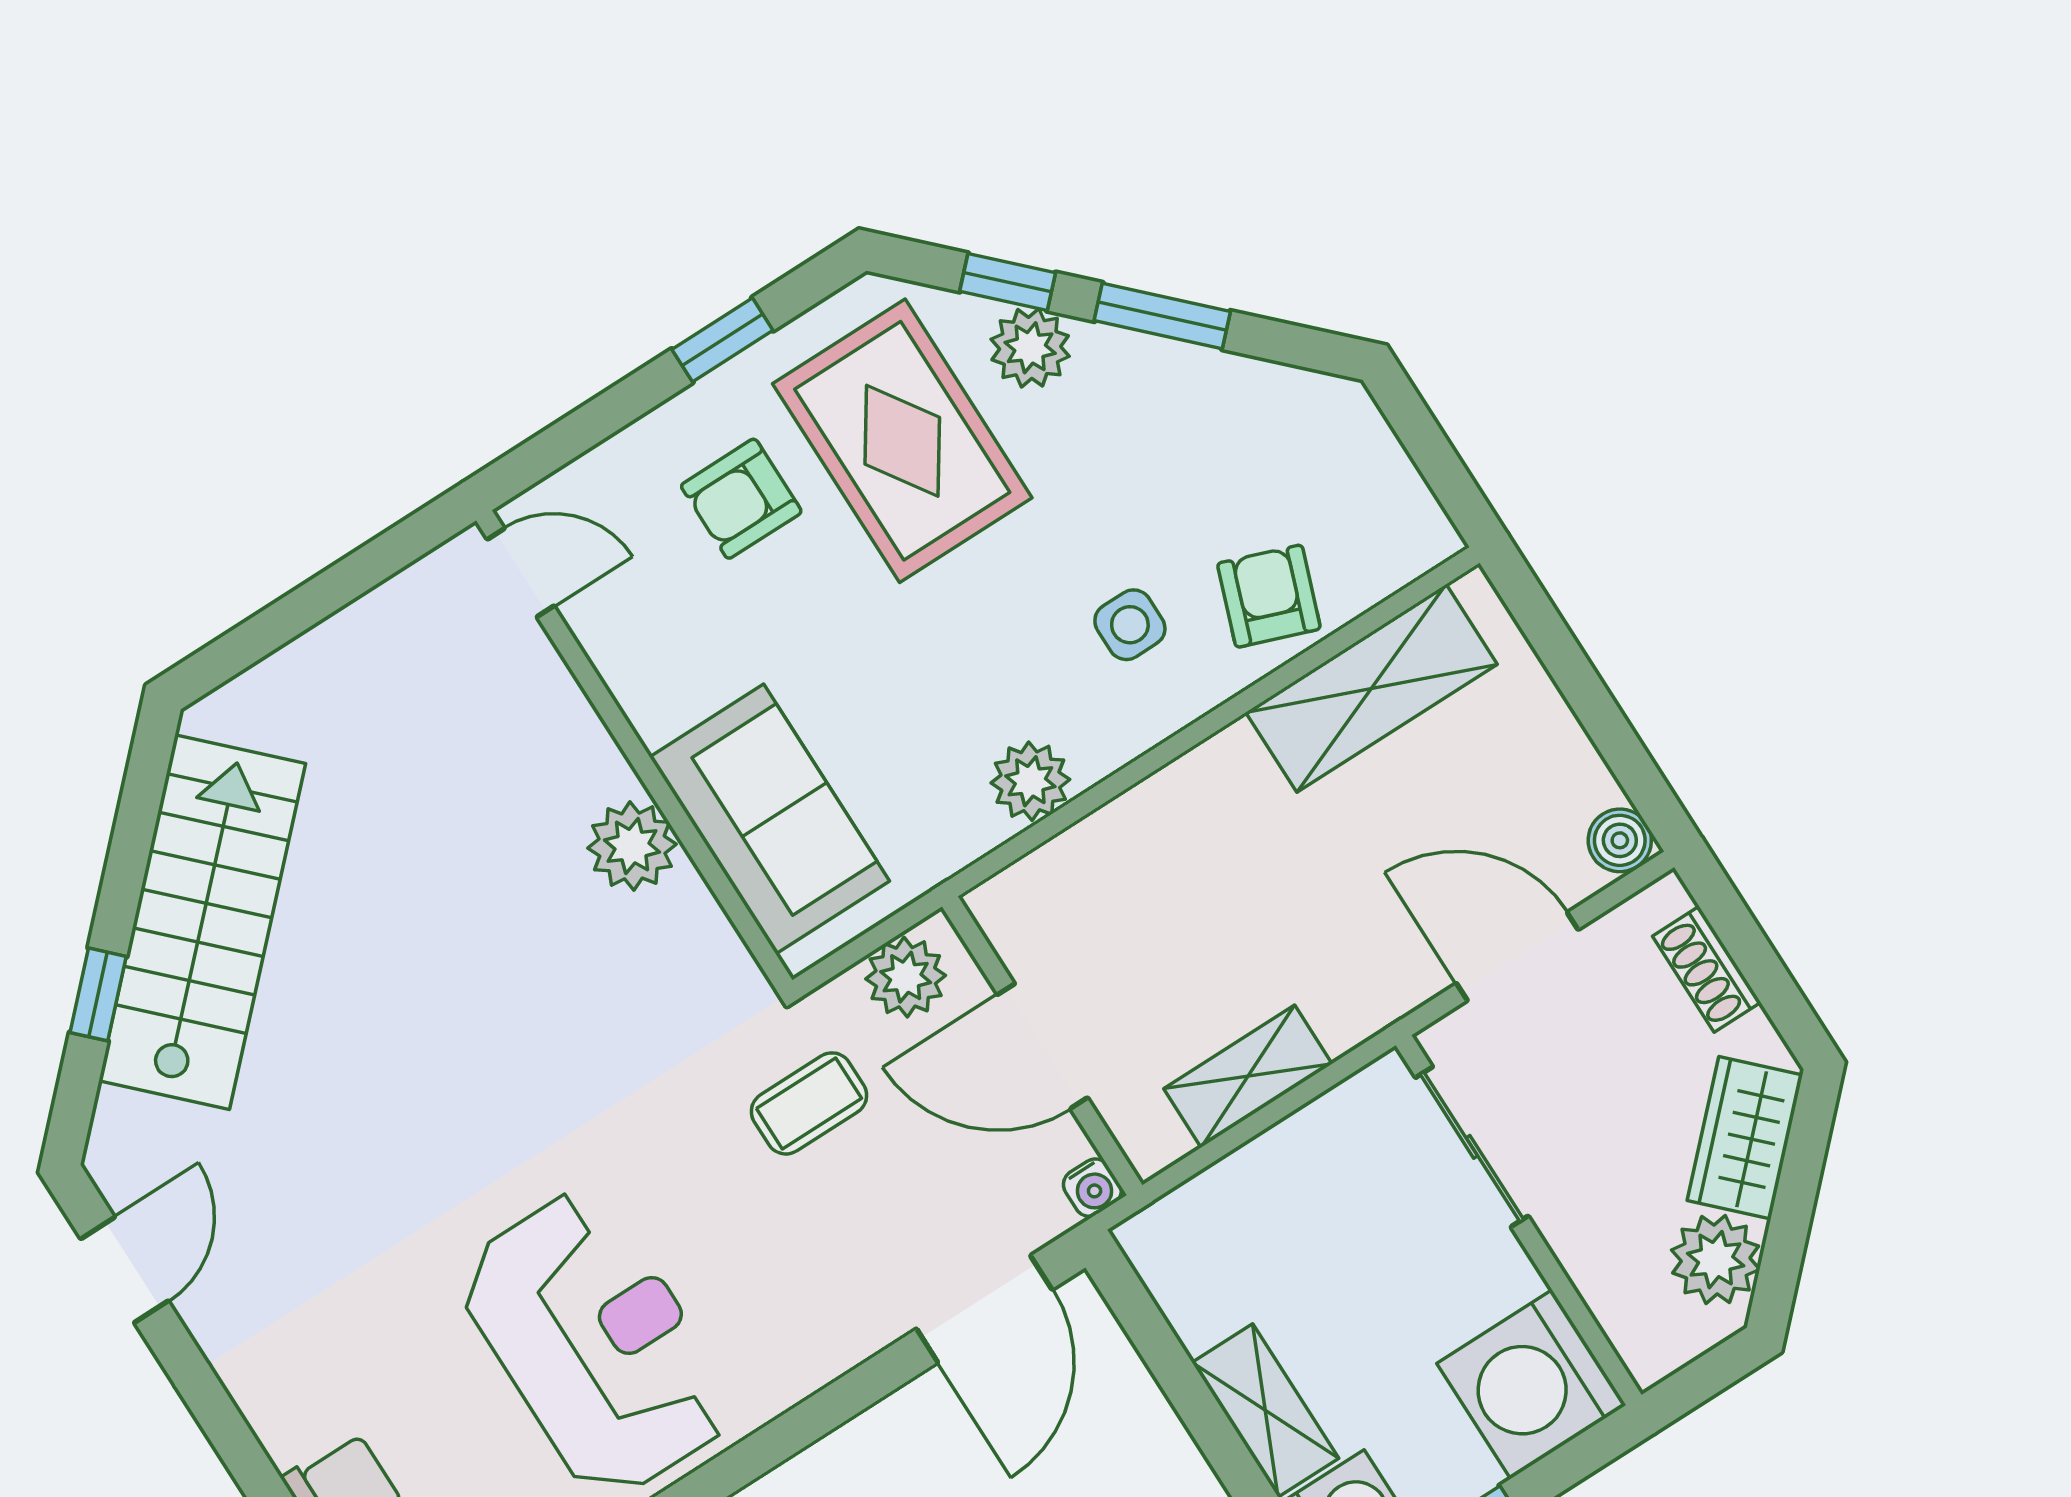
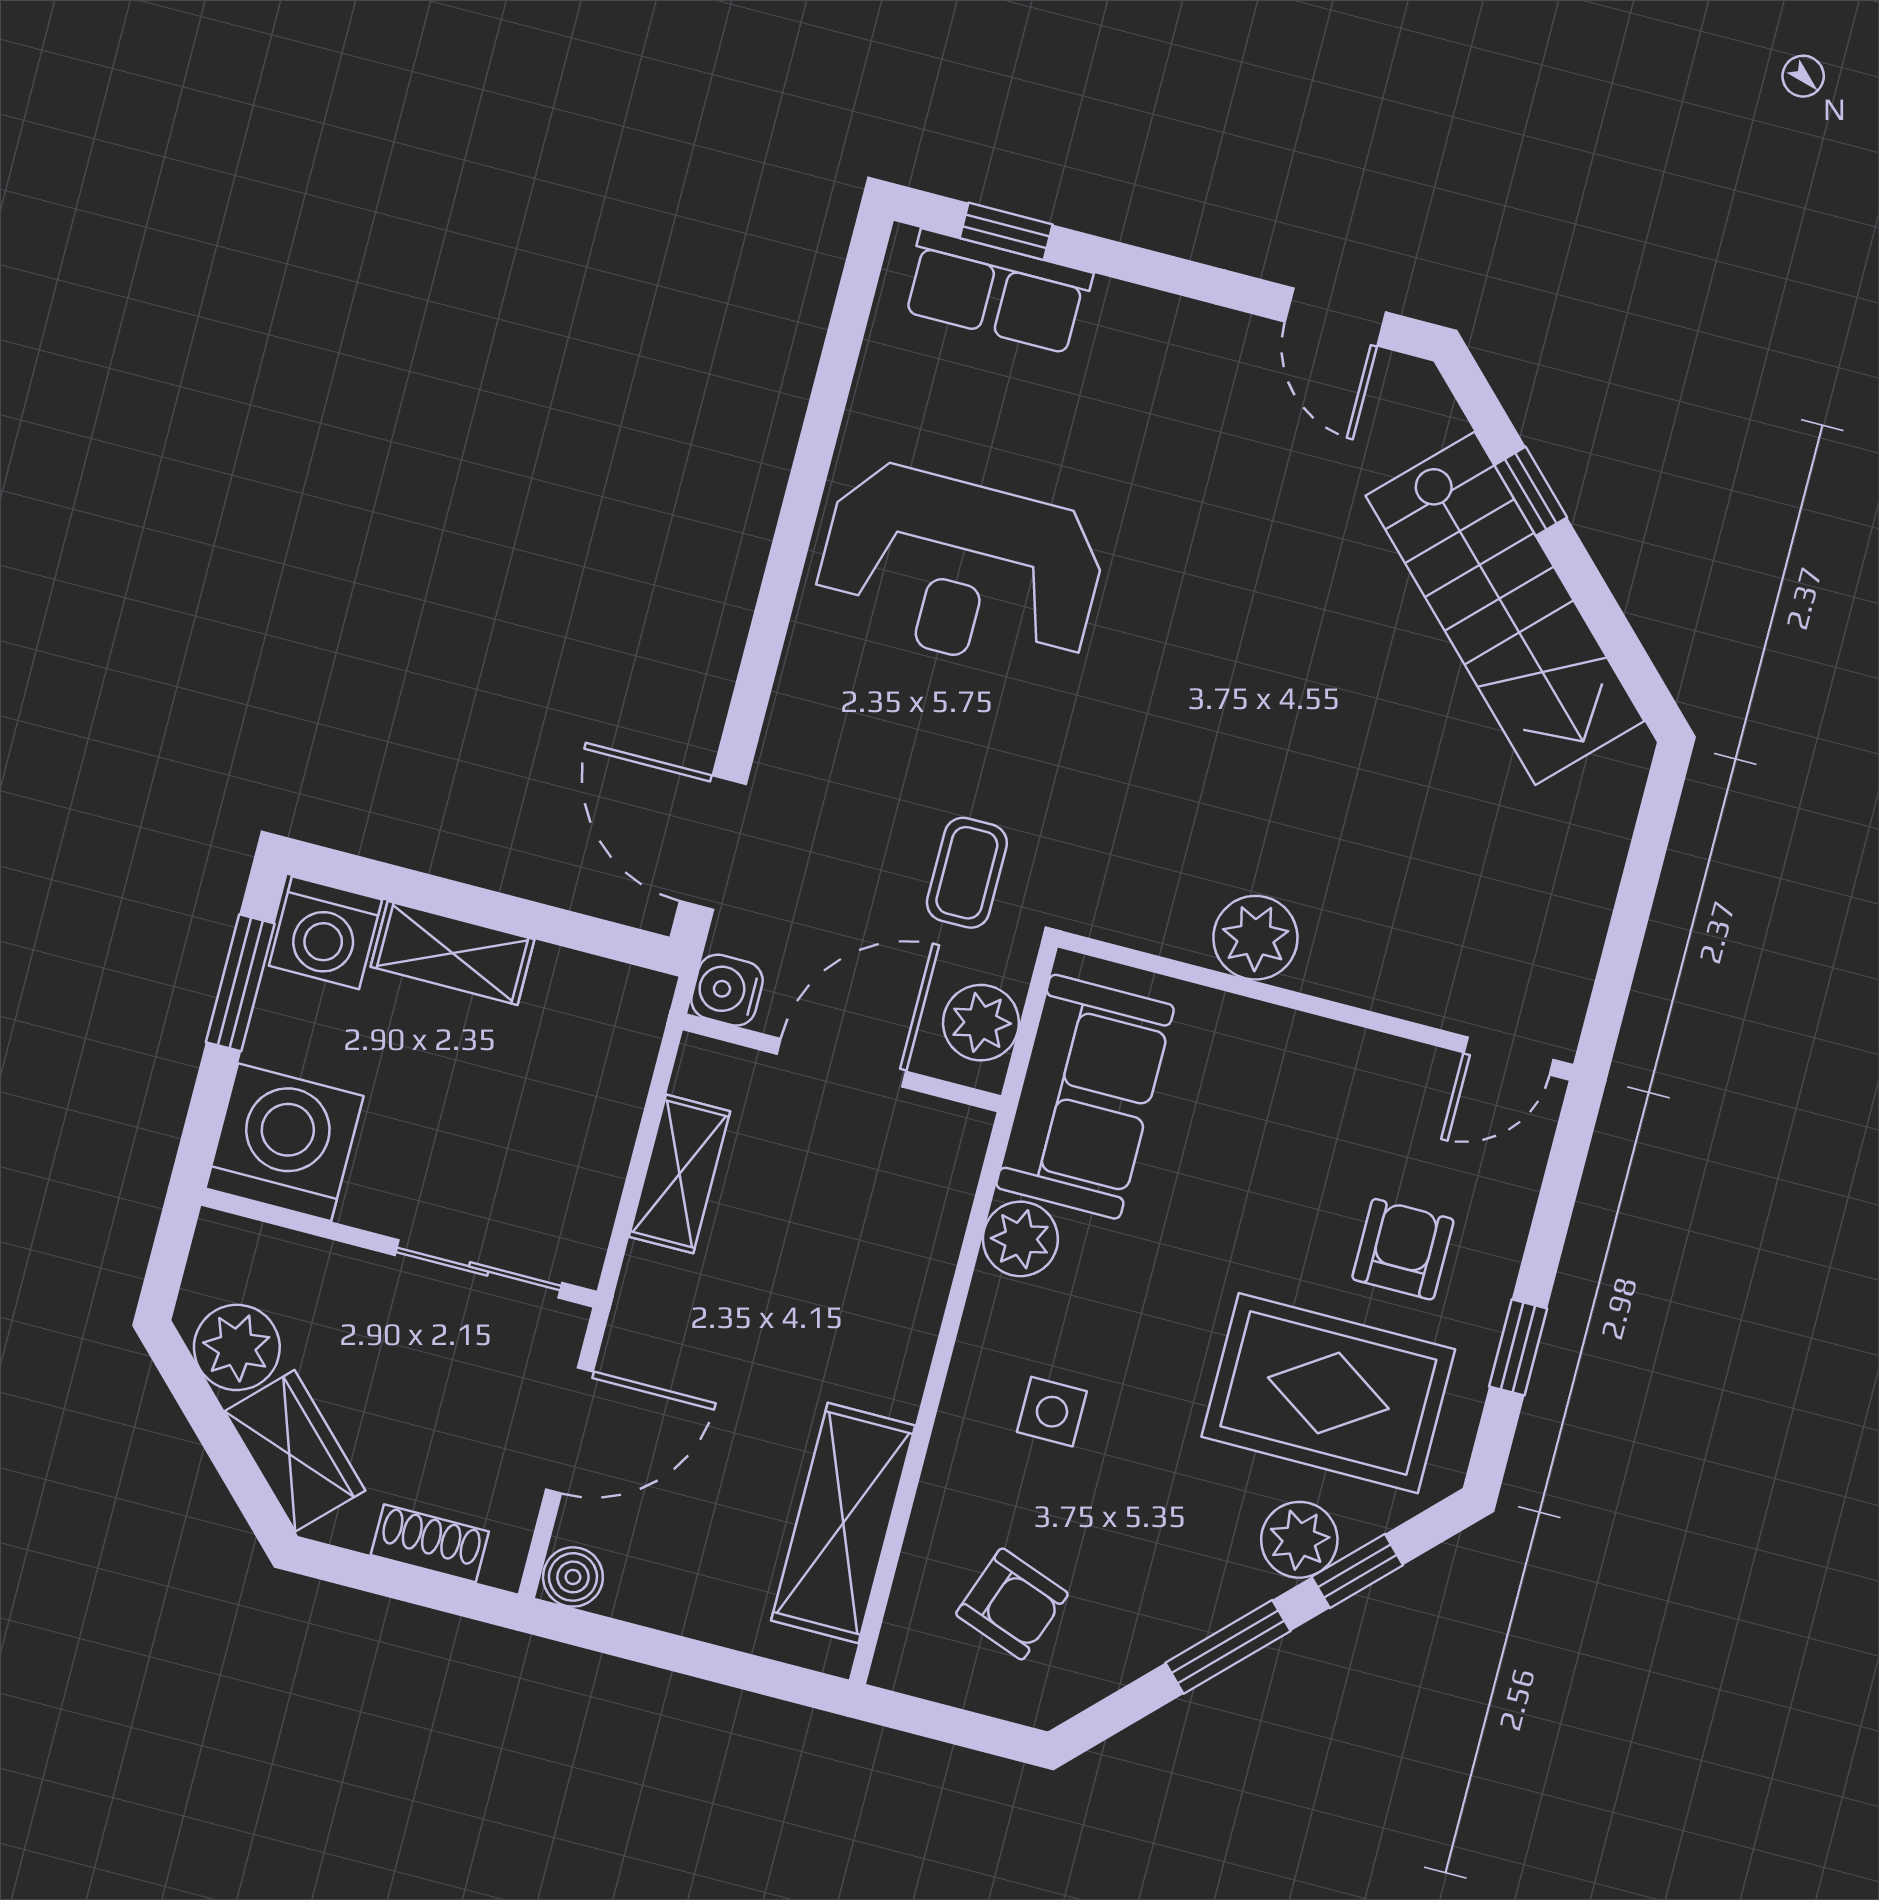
armchair: (1269, 596) -> (1012, 1604), moved
sofa: (770, 819) -> (1085, 1097), moved, turned -90
water cooler: (1092, 1188) -> (727, 990), width x1.38, depth x1.38

